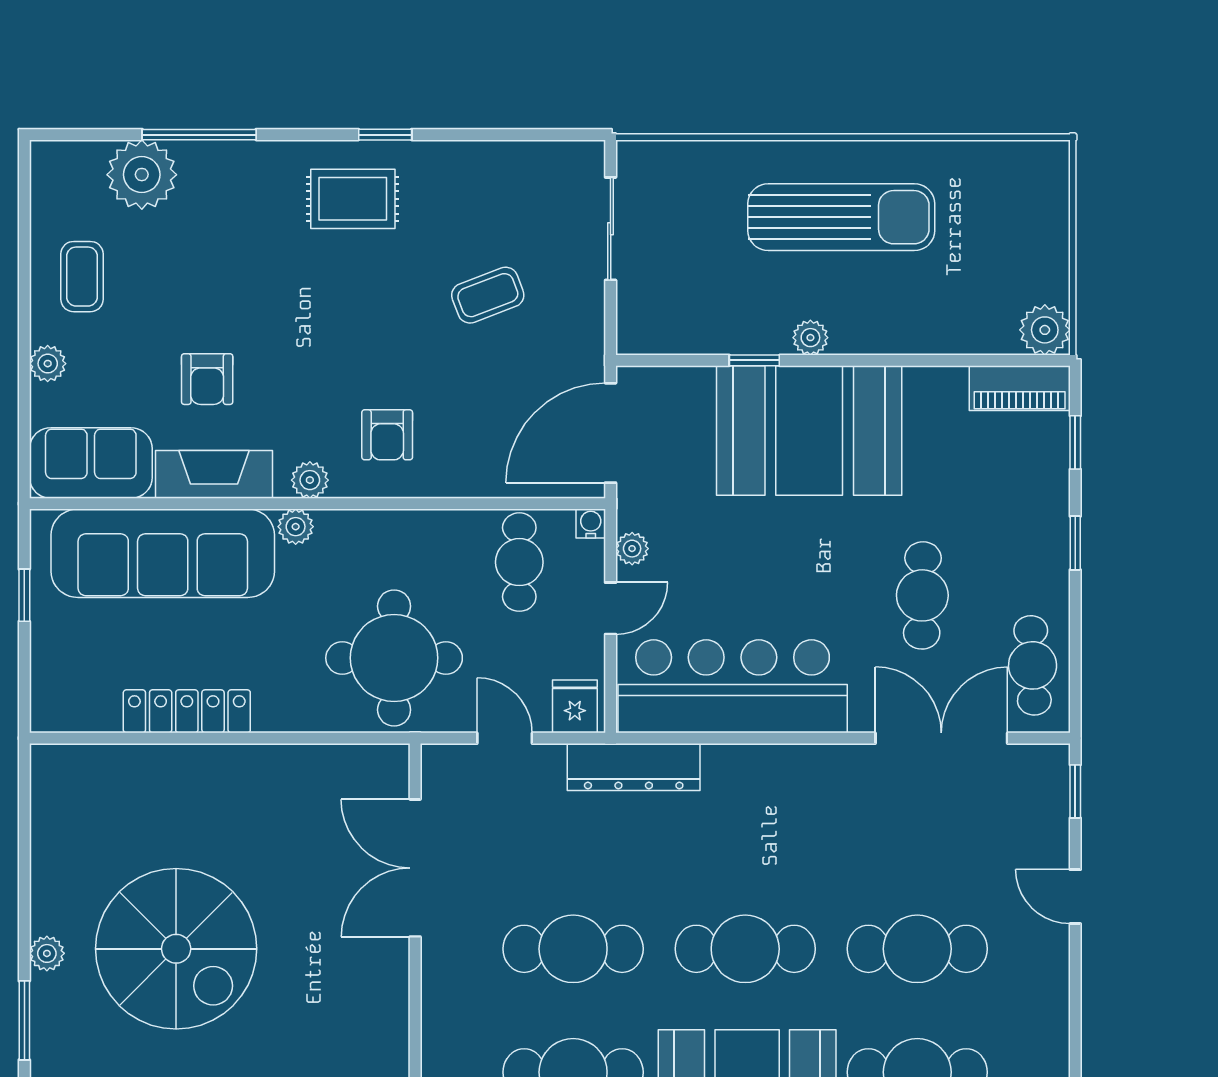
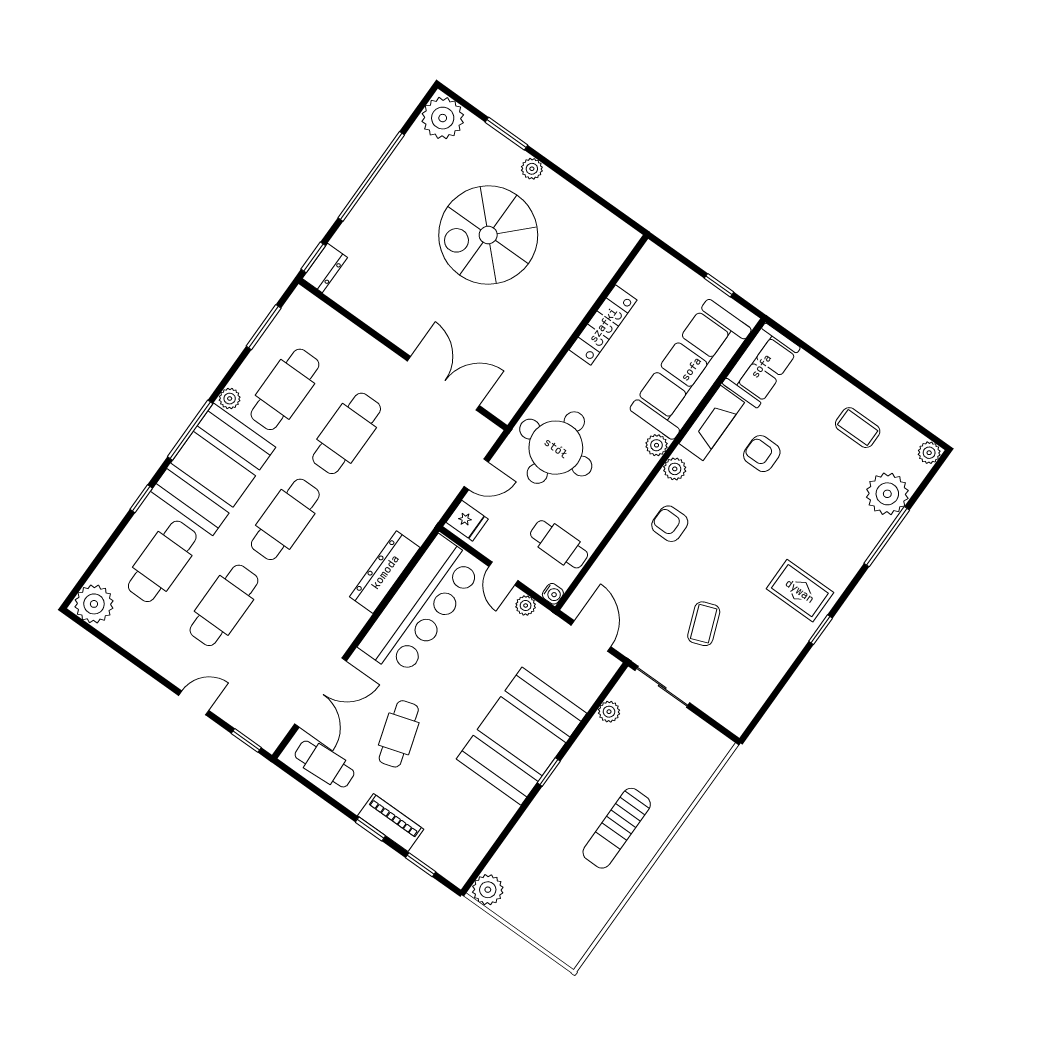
rug: (353, 199) -> (800, 591), turned 90
sun lounger: (841, 217) -> (617, 828), width x0.73, depth x0.75
sliding door: (611, 229) -> (662, 687), moved
plant: (810, 338) -> (609, 712), moved
window: (754, 360) -> (549, 772), moved
plant: (48, 364) -> (929, 453), moved
piano: (1020, 388) -> (391, 822), moved, turned 90
door: (611, 433) -> (591, 636), width x0.73
cafe table: (922, 595) -> (399, 734), turned 72
dresser: (634, 767) -> (385, 572), moved

